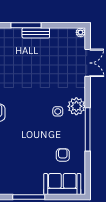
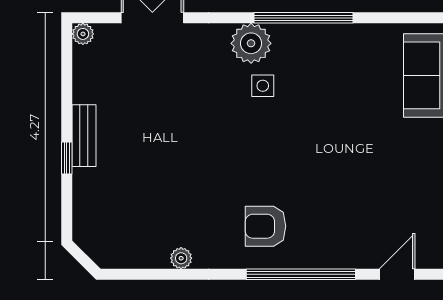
window: (26, 25) -> (67, 158), width x0.46
armchair: (63, 155) -> (362, 74), removed

